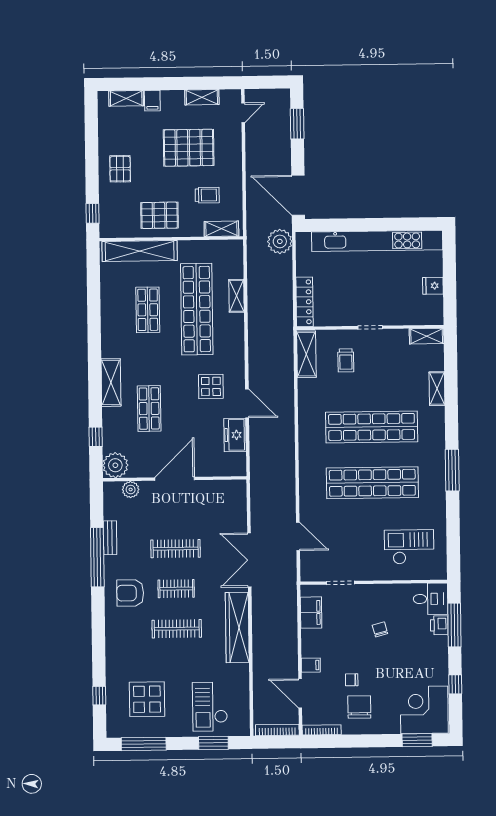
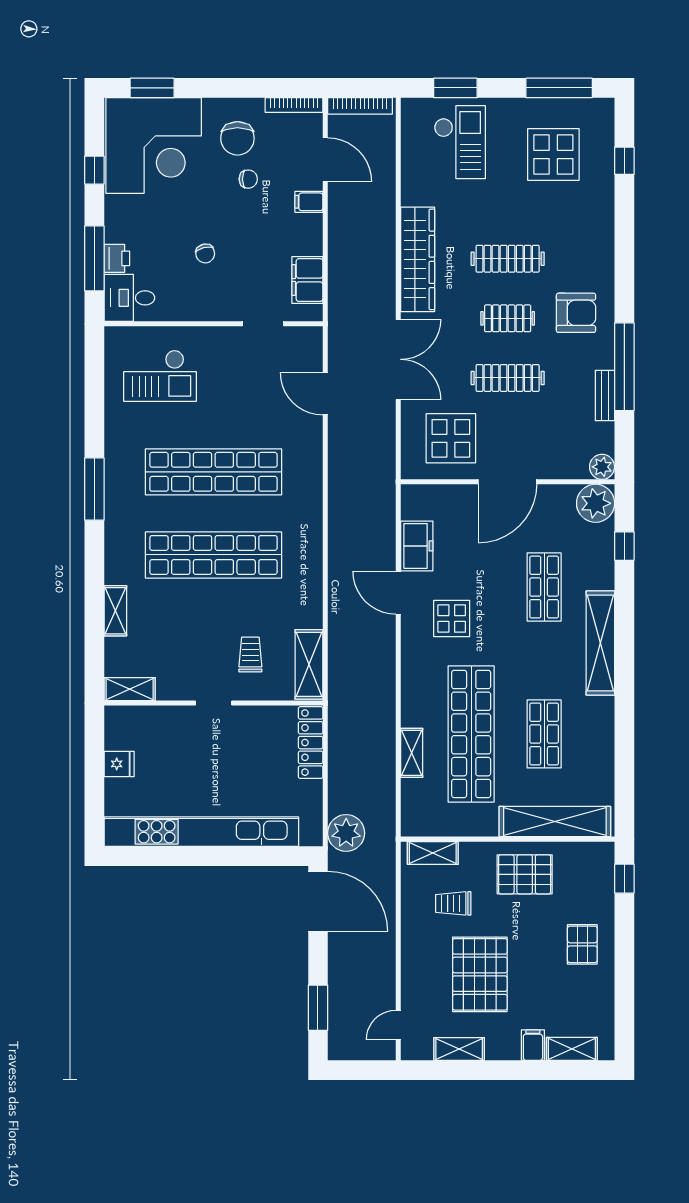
pallet: (189, 148) -> (480, 974), turned 90
shelving: (111, 383) -> (600, 643), width x1.47
plant: (131, 489) -> (602, 467), moved
display table: (213, 508) -> (451, 438), added
corner desk: (424, 710) -> (154, 146), width x1.36, depth x1.36

